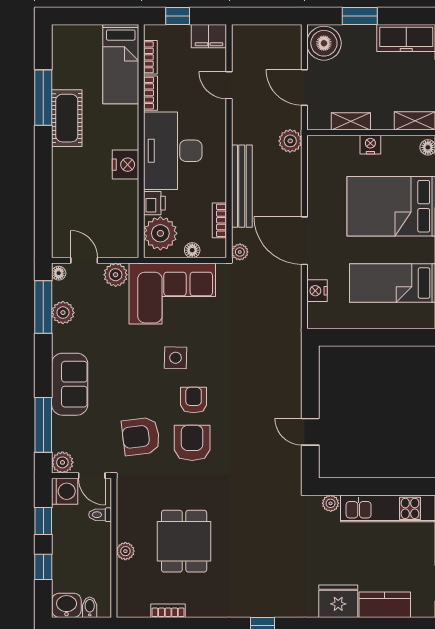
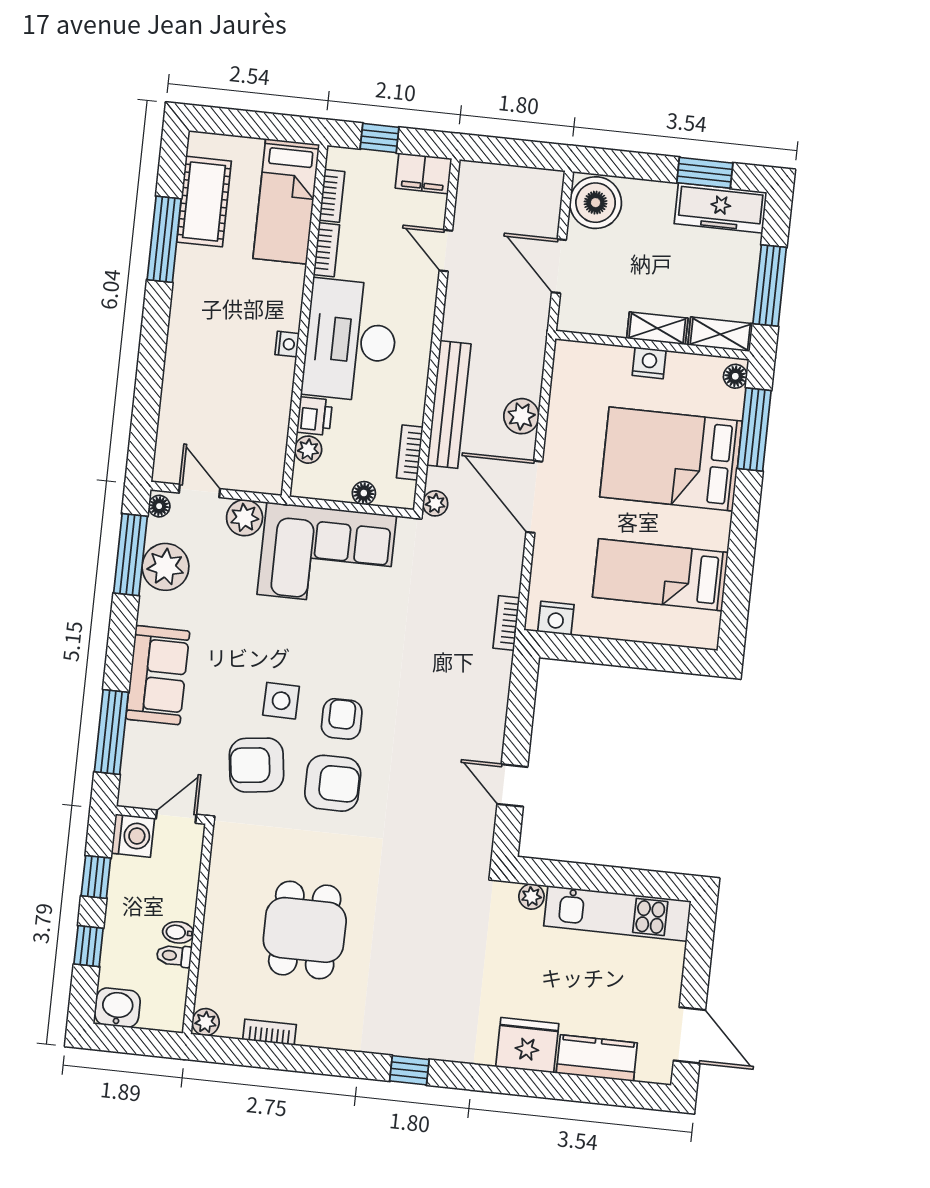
window: (360, 16) -> (705, 173), moved
cot: (67, 118) -> (204, 202), moved
shelving: (351, 121) -> (657, 328), moved
plant: (290, 141) -> (521, 416), moved
nightstand: (126, 165) -> (287, 344), width x0.53, depth x0.56
plant: (160, 233) -> (308, 450), width x0.53, depth x0.53
nightstand: (317, 291) -> (556, 618), moved, turned -90
plant: (63, 313) -> (165, 567), width x1.36, depth x1.36
bookcase: (295, 325) -> (506, 623), added
side table: (176, 358) -> (281, 701), moved
armchair: (192, 443) -> (333, 783), turned 90
plant: (62, 462) -> (134, 792), removed
door: (92, 476) -> (176, 817), swing flipped
toilet: (100, 515) -> (174, 956), moved
plant: (125, 551) -> (206, 1022), moved
bidet: (90, 607) -> (178, 932), moved, turned -90

